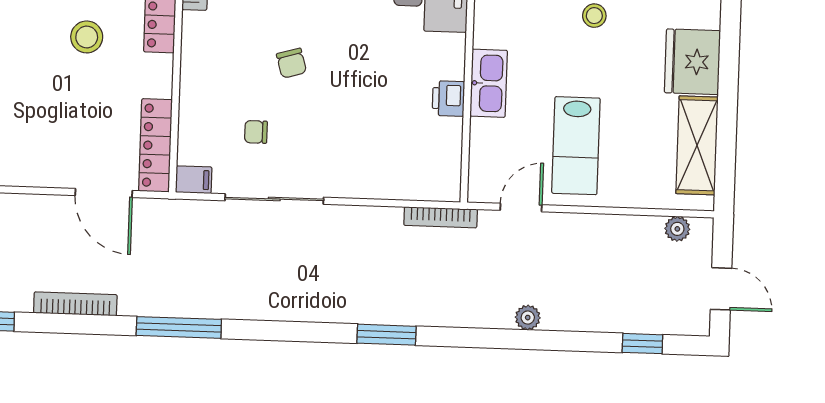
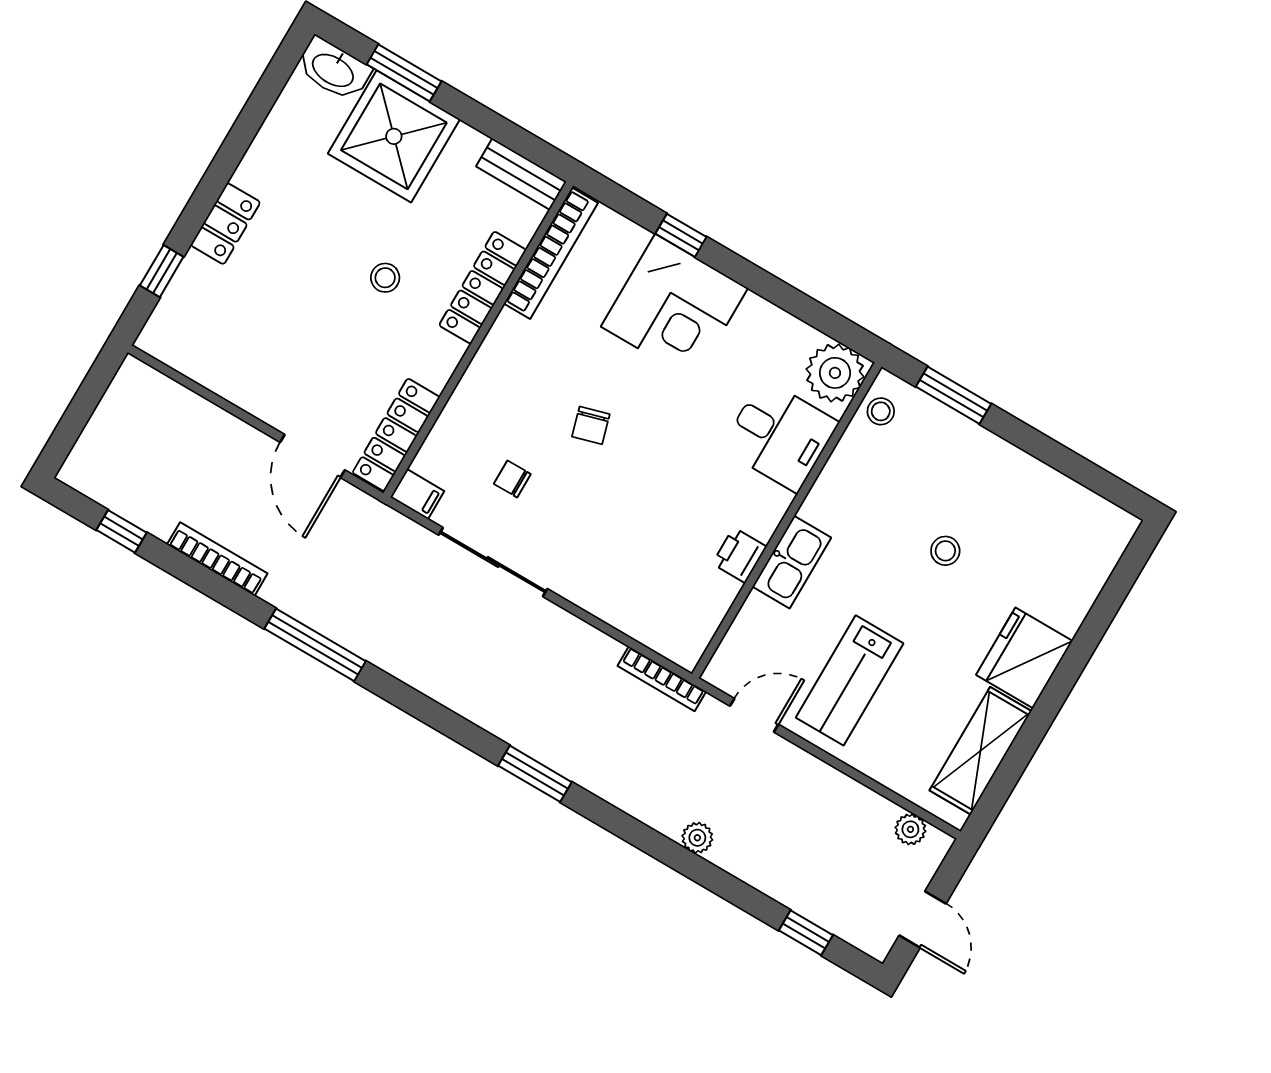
stool: (87, 37) -> (385, 278), width x0.73, depth x0.73

